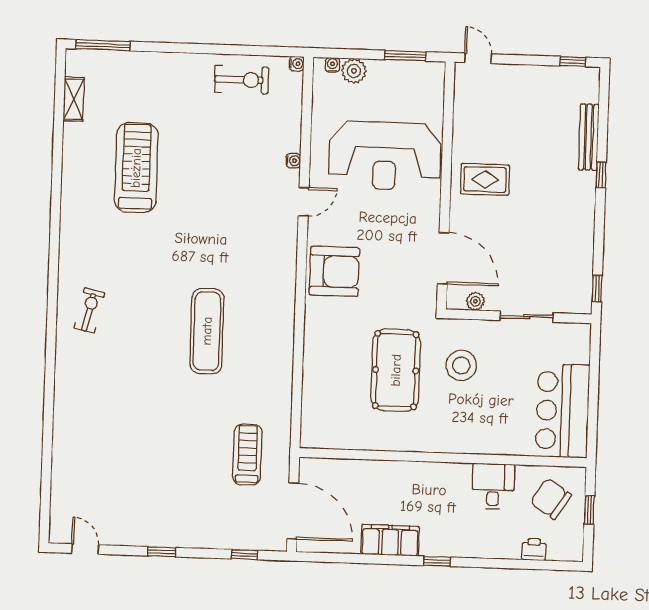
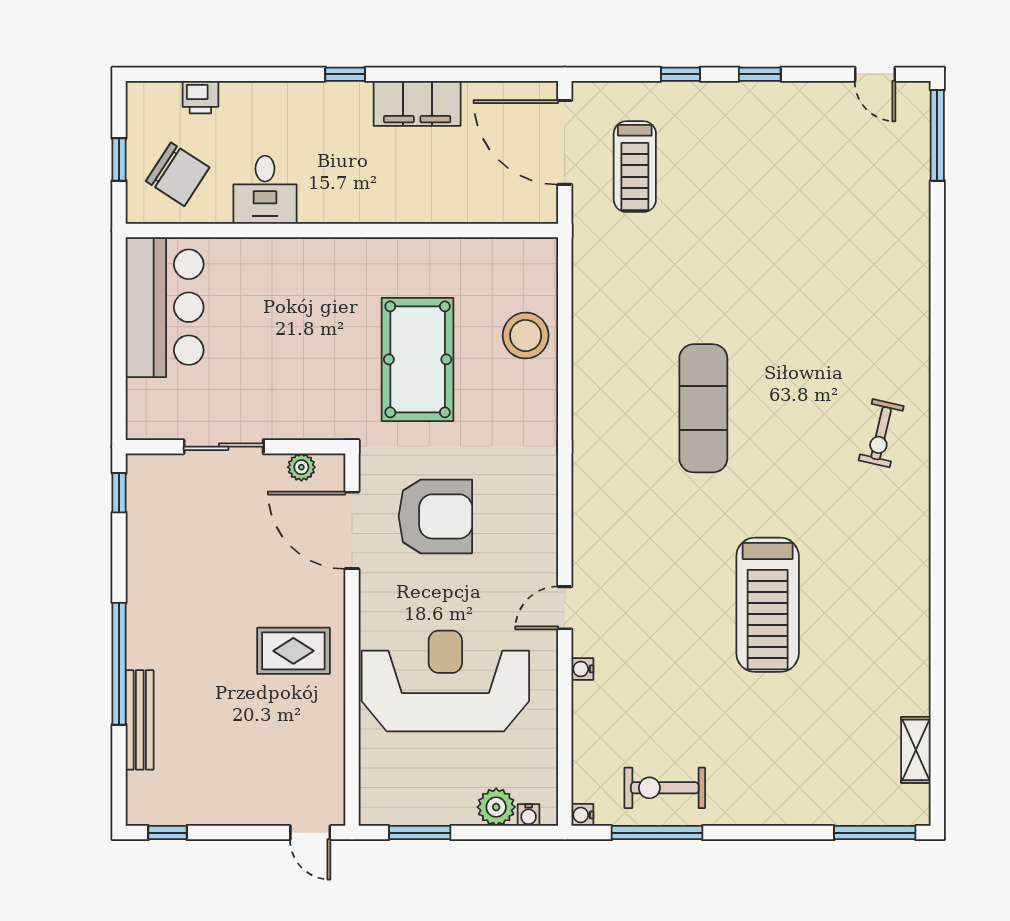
window: (248, 50) -> (657, 833), added
treadmill: (136, 168) -> (768, 605), moved
window: (601, 175) -> (119, 664), width x3.17
armchair: (334, 271) -> (435, 516), moved, turned 180
stool: (461, 365) -> (526, 336), moved
treadmill: (247, 455) -> (635, 167), moved
window: (45, 507) -> (937, 135), added
window: (245, 555) -> (680, 74), moved

